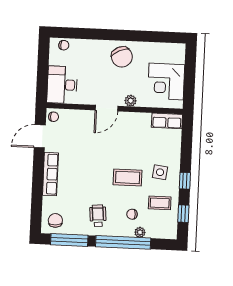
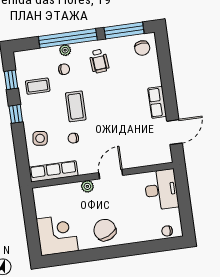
corner desk: (166, 82) -> (57, 235), moved
chair: (54, 117) -> (73, 138), moved
row of seats: (167, 121) -> (53, 171), width x1.48
side table: (160, 172) -> (40, 138), moved
row of seats: (50, 174) -> (157, 102), width x0.68
coffee table: (128, 177) -> (76, 106), turned 90
plant: (140, 232) -> (65, 50), moved

